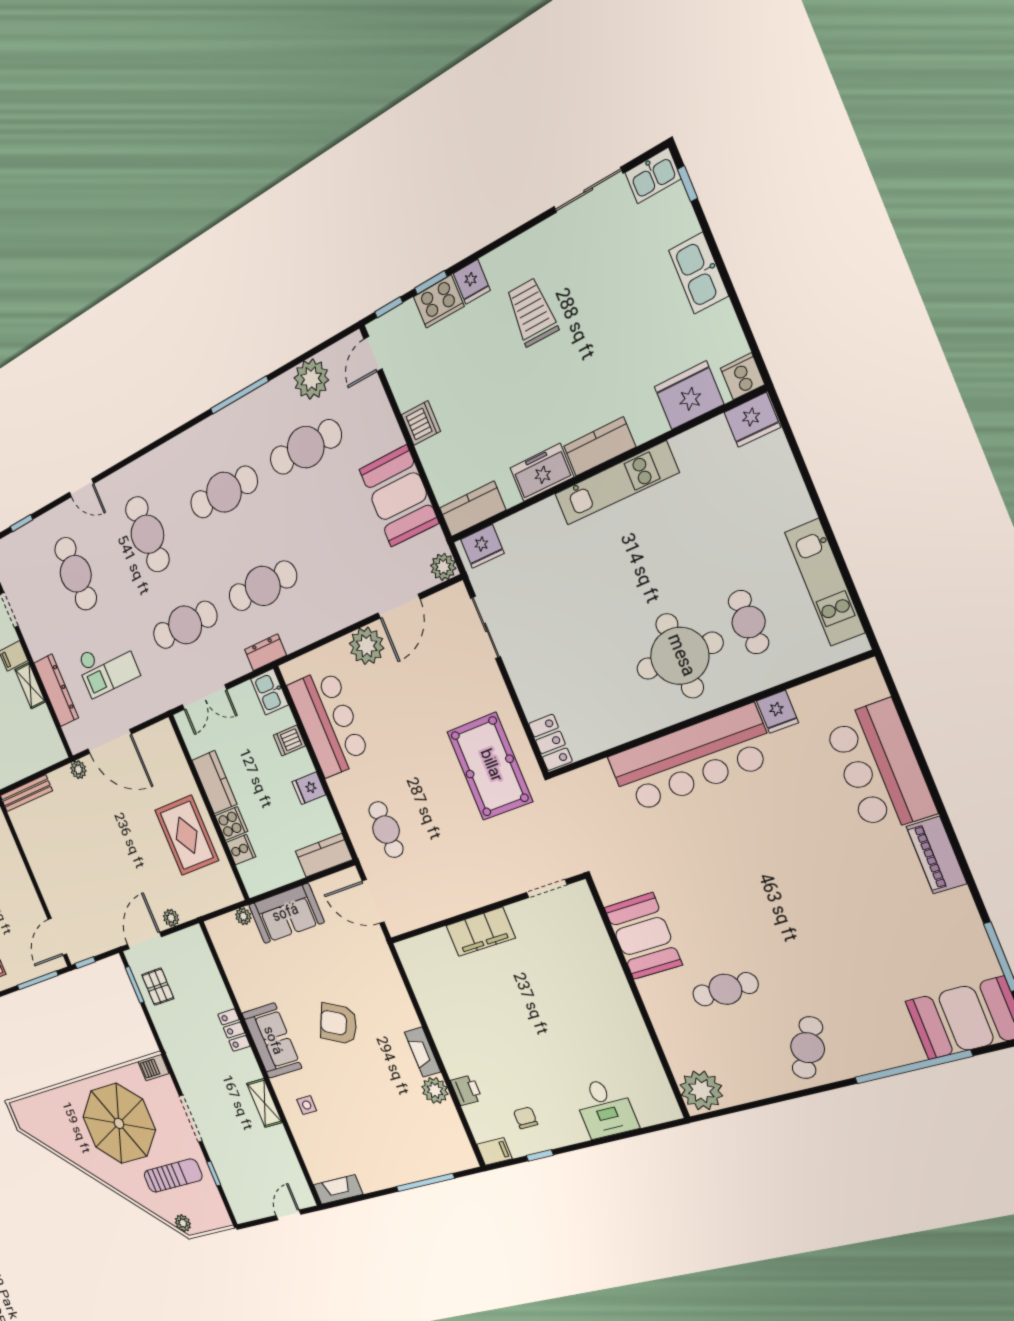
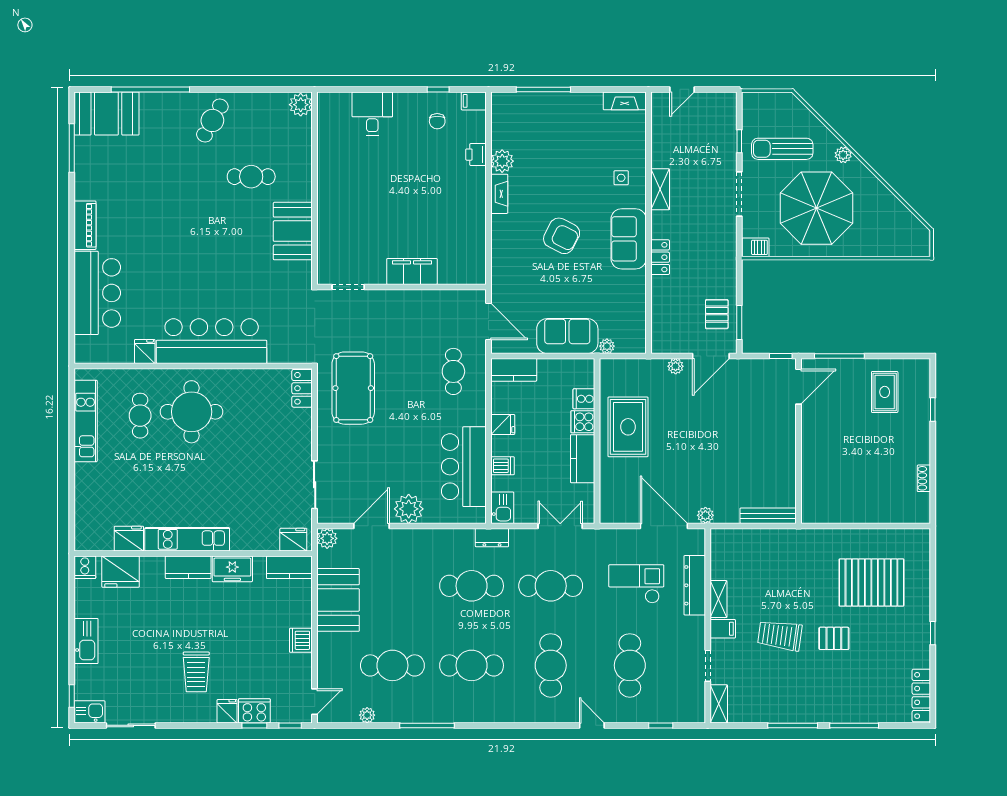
plant: (311, 379) -> (367, 715), width x0.53, depth x0.53
fridge: (752, 420) -> (129, 539), moved
plant: (701, 1090) -> (301, 105), width x0.73, depth x0.73
plant: (183, 1223) -> (843, 155), moved

